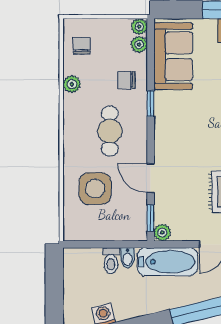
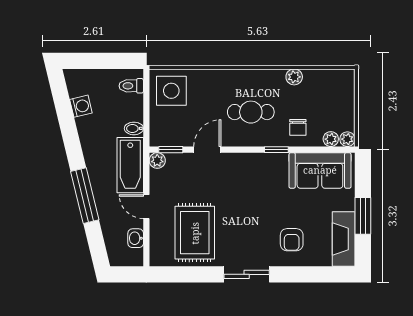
chair: (82, 46) -> (330, 86), removed
chair: (126, 80) -> (298, 127), turned 180
side table: (95, 189) -> (171, 91), moved
toilet: (111, 261) -> (131, 86), moved

